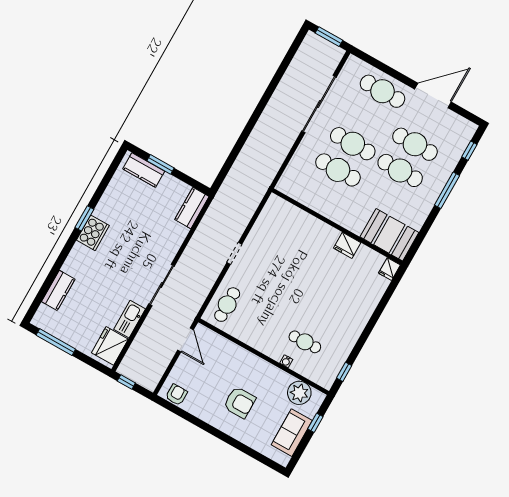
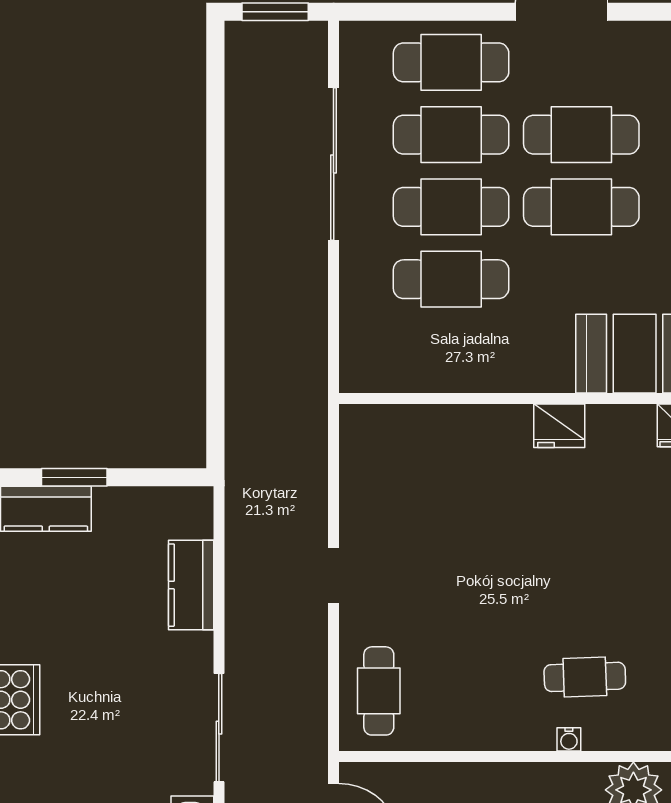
cafe table: (368, 117) -> (451, 135), added
kitchen counter: (192, 208) -> (191, 585), moved

